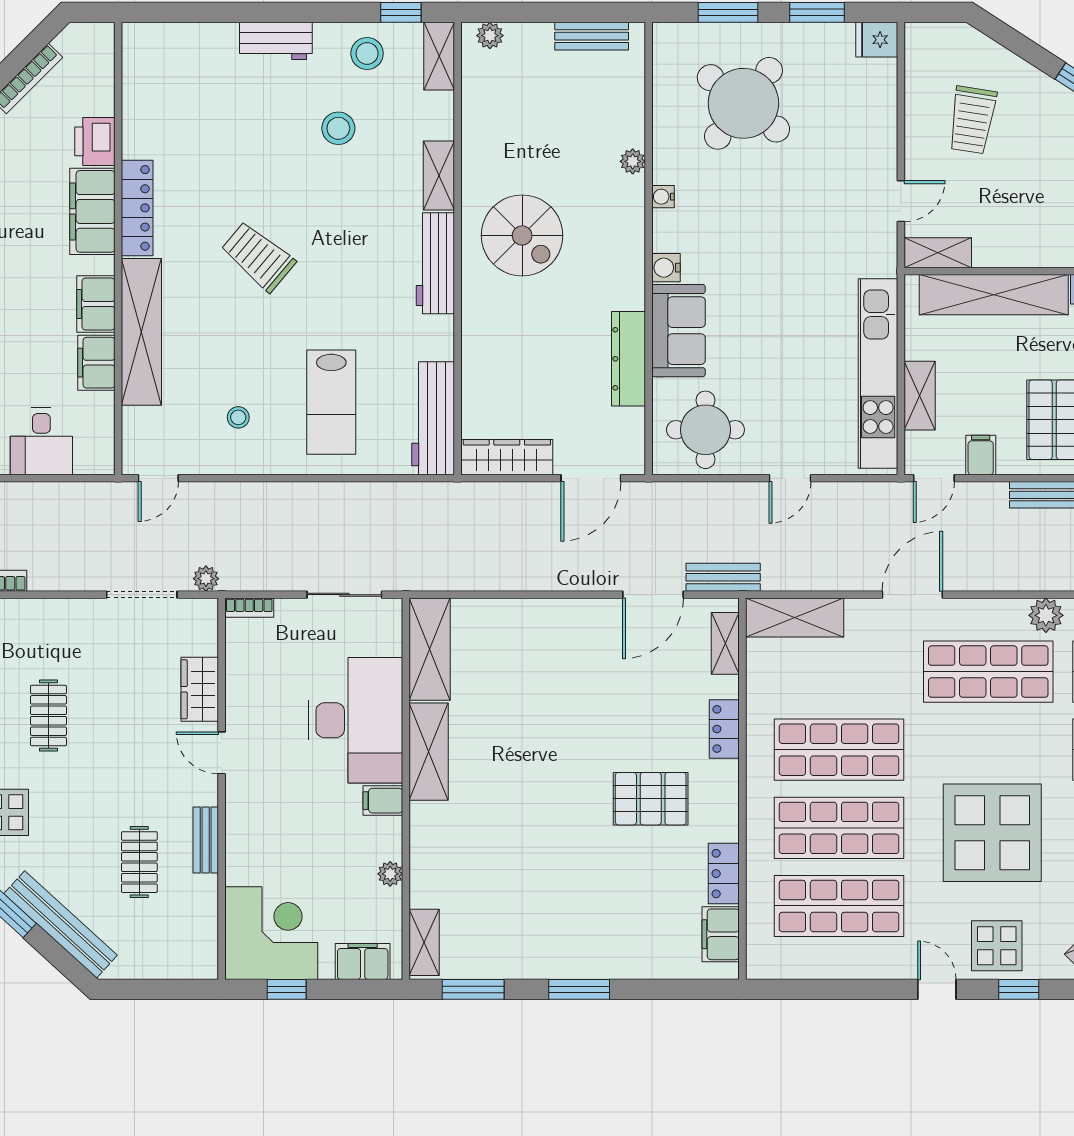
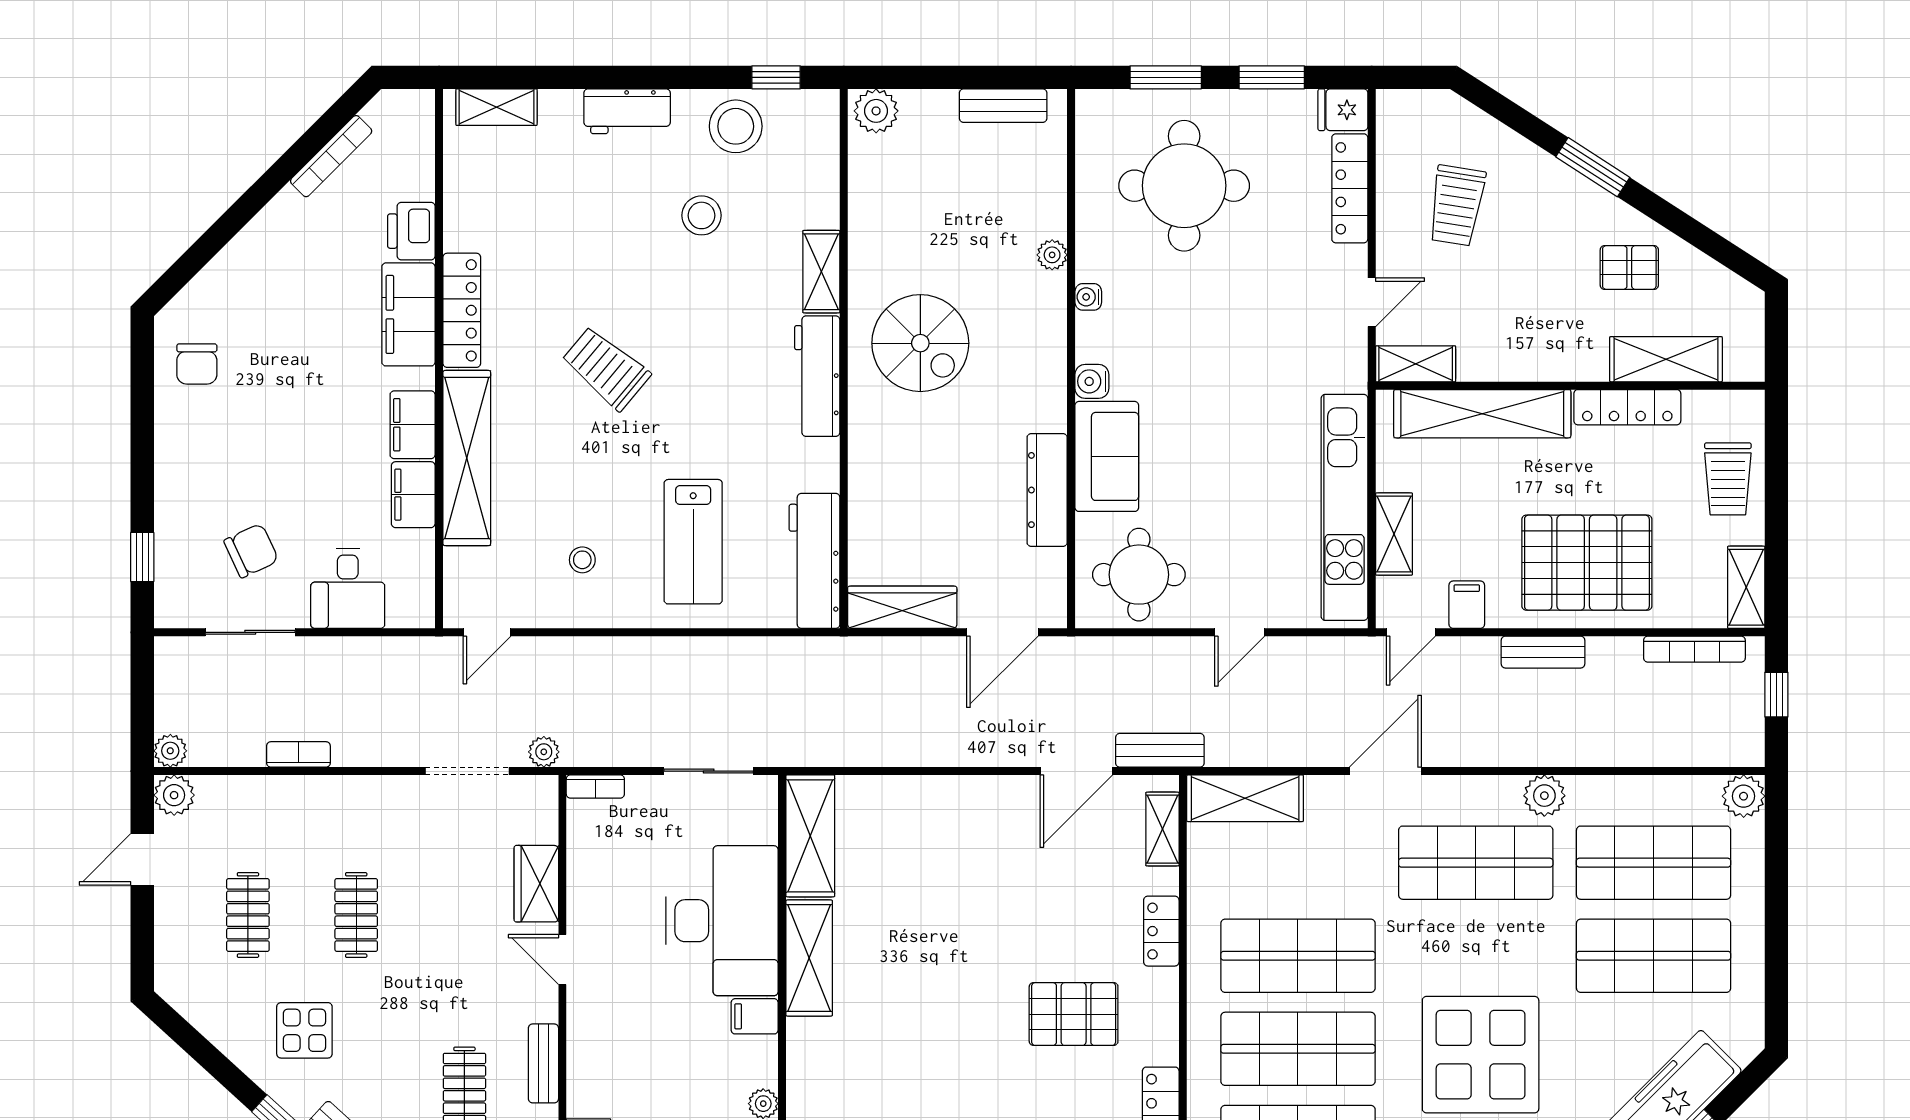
plant: (490, 36) -> (876, 111), width x1.38, depth x1.38
stool: (367, 53) -> (736, 126), width x1.38, depth x1.38
shelving: (439, 56) -> (497, 107), moved, turned 90
round table: (743, 103) -> (1184, 186), turned -38
locker: (883, 106) -> (1350, 188), added

